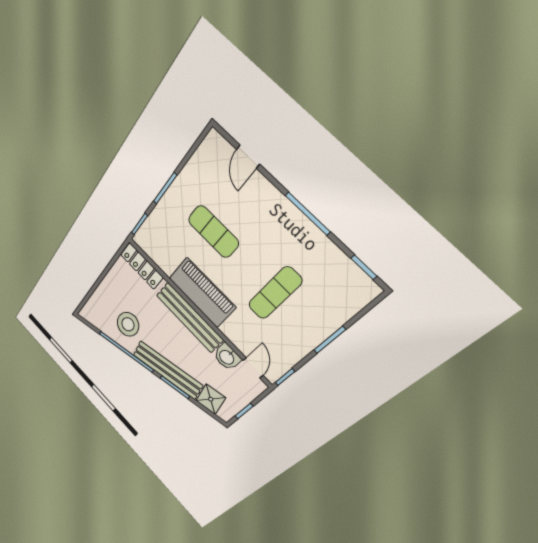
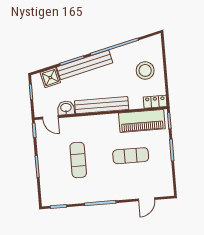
door: (248, 157) -> (147, 199), swing flipped
locker: (142, 266) -> (155, 102), width x0.66
piano: (202, 293) -> (142, 121), moved
stool: (128, 324) -> (145, 70), moved

